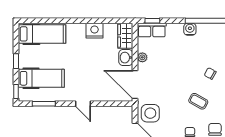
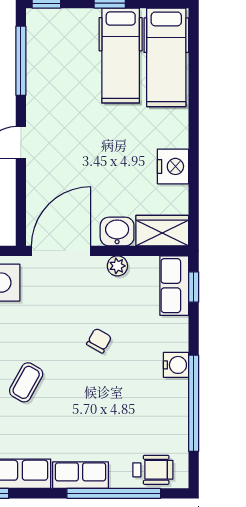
chair: (210, 73) -> (99, 341), moved
hospital bed: (41, 78) -> (121, 56), moved
window: (44, 104) -> (21, 61), width x1.44

